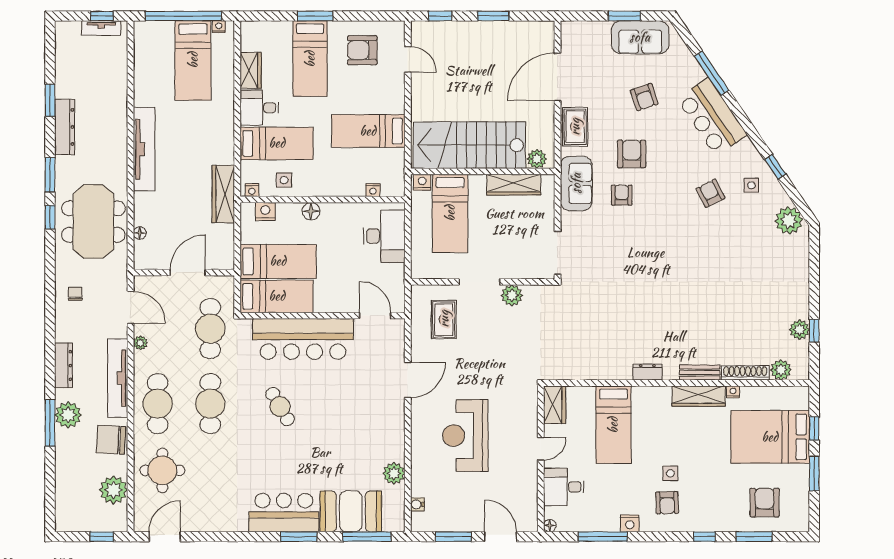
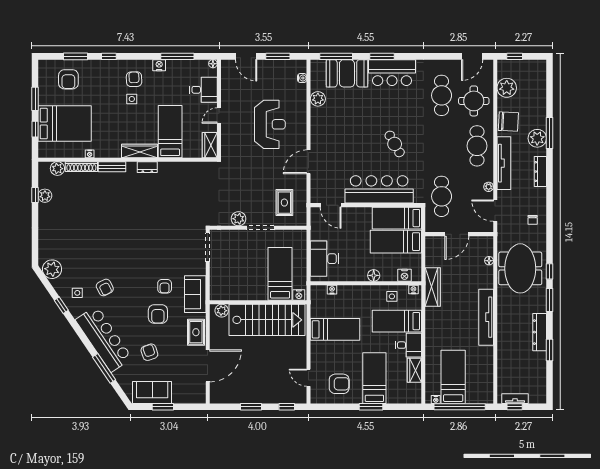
bar counter: (712, 117) -> (104, 339), width x1.36
wardrobe: (514, 185) -> (237, 293), removed
wardrobe: (699, 396) -> (139, 151), moved
cafe table: (210, 404) -> (442, 95), moved

